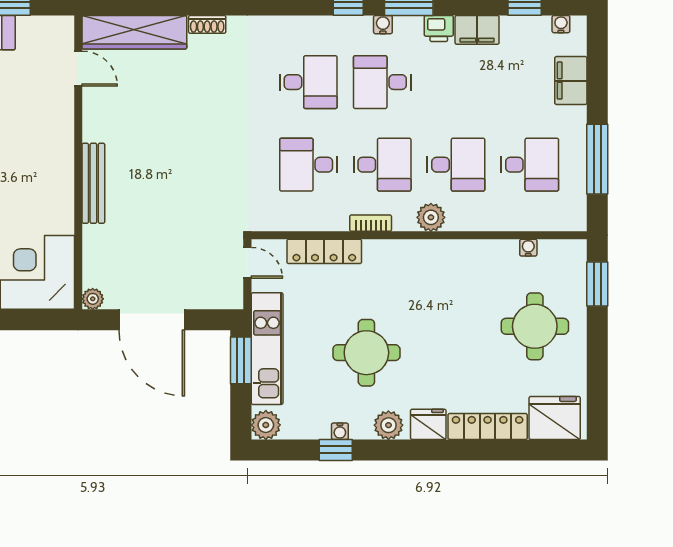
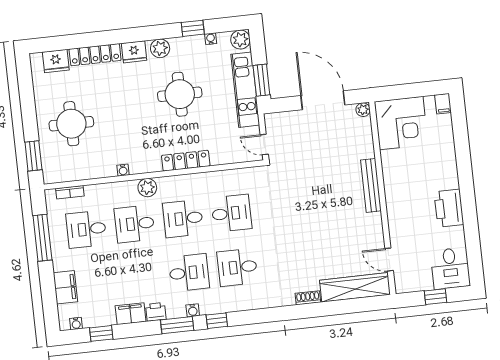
bookcase: (371, 223) -> (70, 192), moved
water cooler: (528, 248) -> (123, 170), moved
locker: (324, 251) -> (186, 161), moved
fridge: (555, 418) -> (56, 61), width x0.73, depth x0.75
water cooler: (340, 431) -> (211, 39), moved

